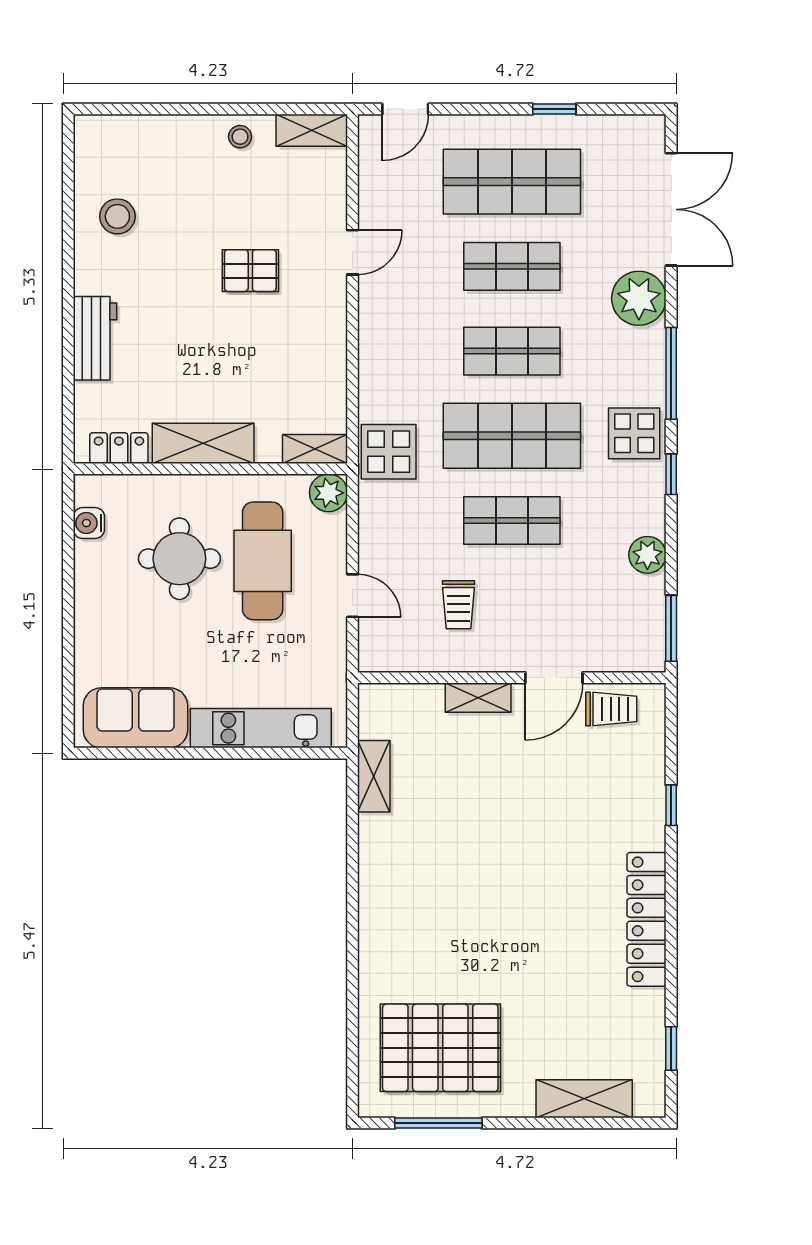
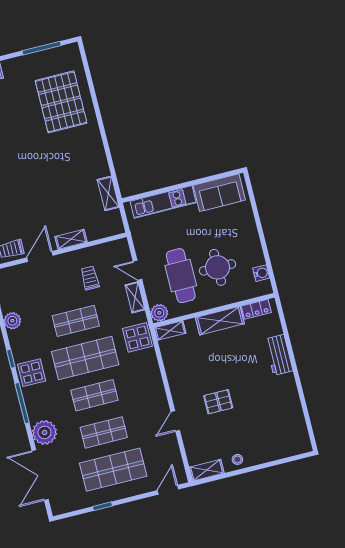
stool: (117, 216) -> (282, 411), removed
shelving: (372, 539) -> (135, 297), added
pallet: (440, 1048) -> (61, 102), moved, turned 90

